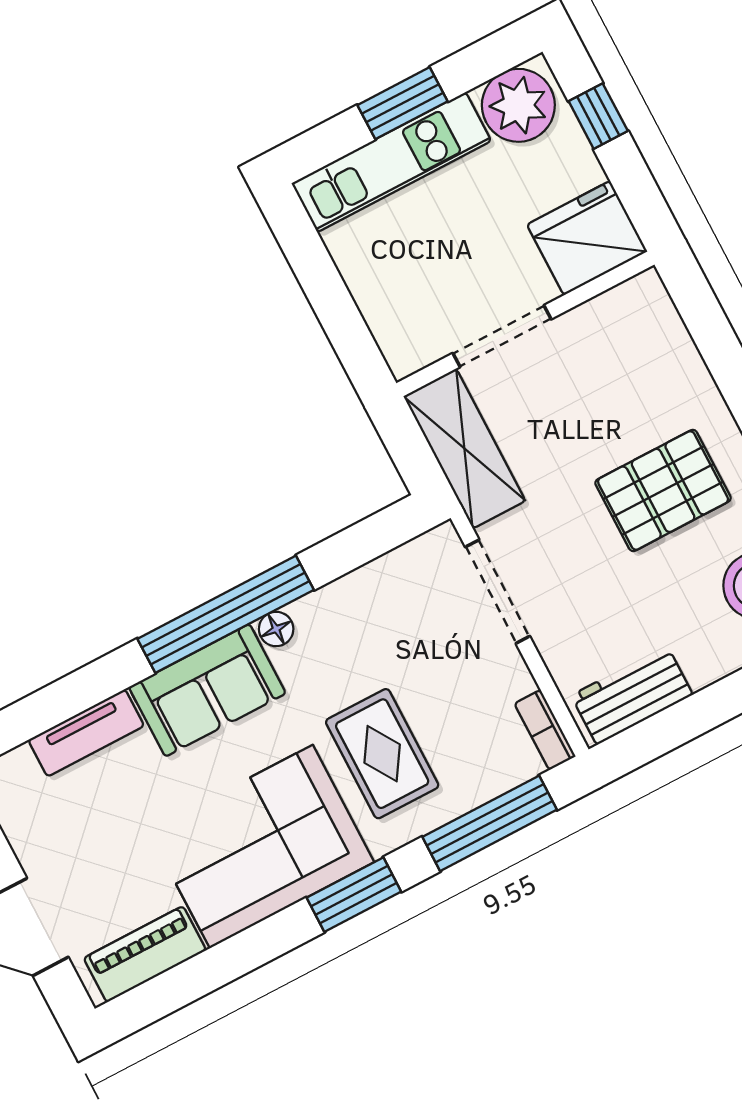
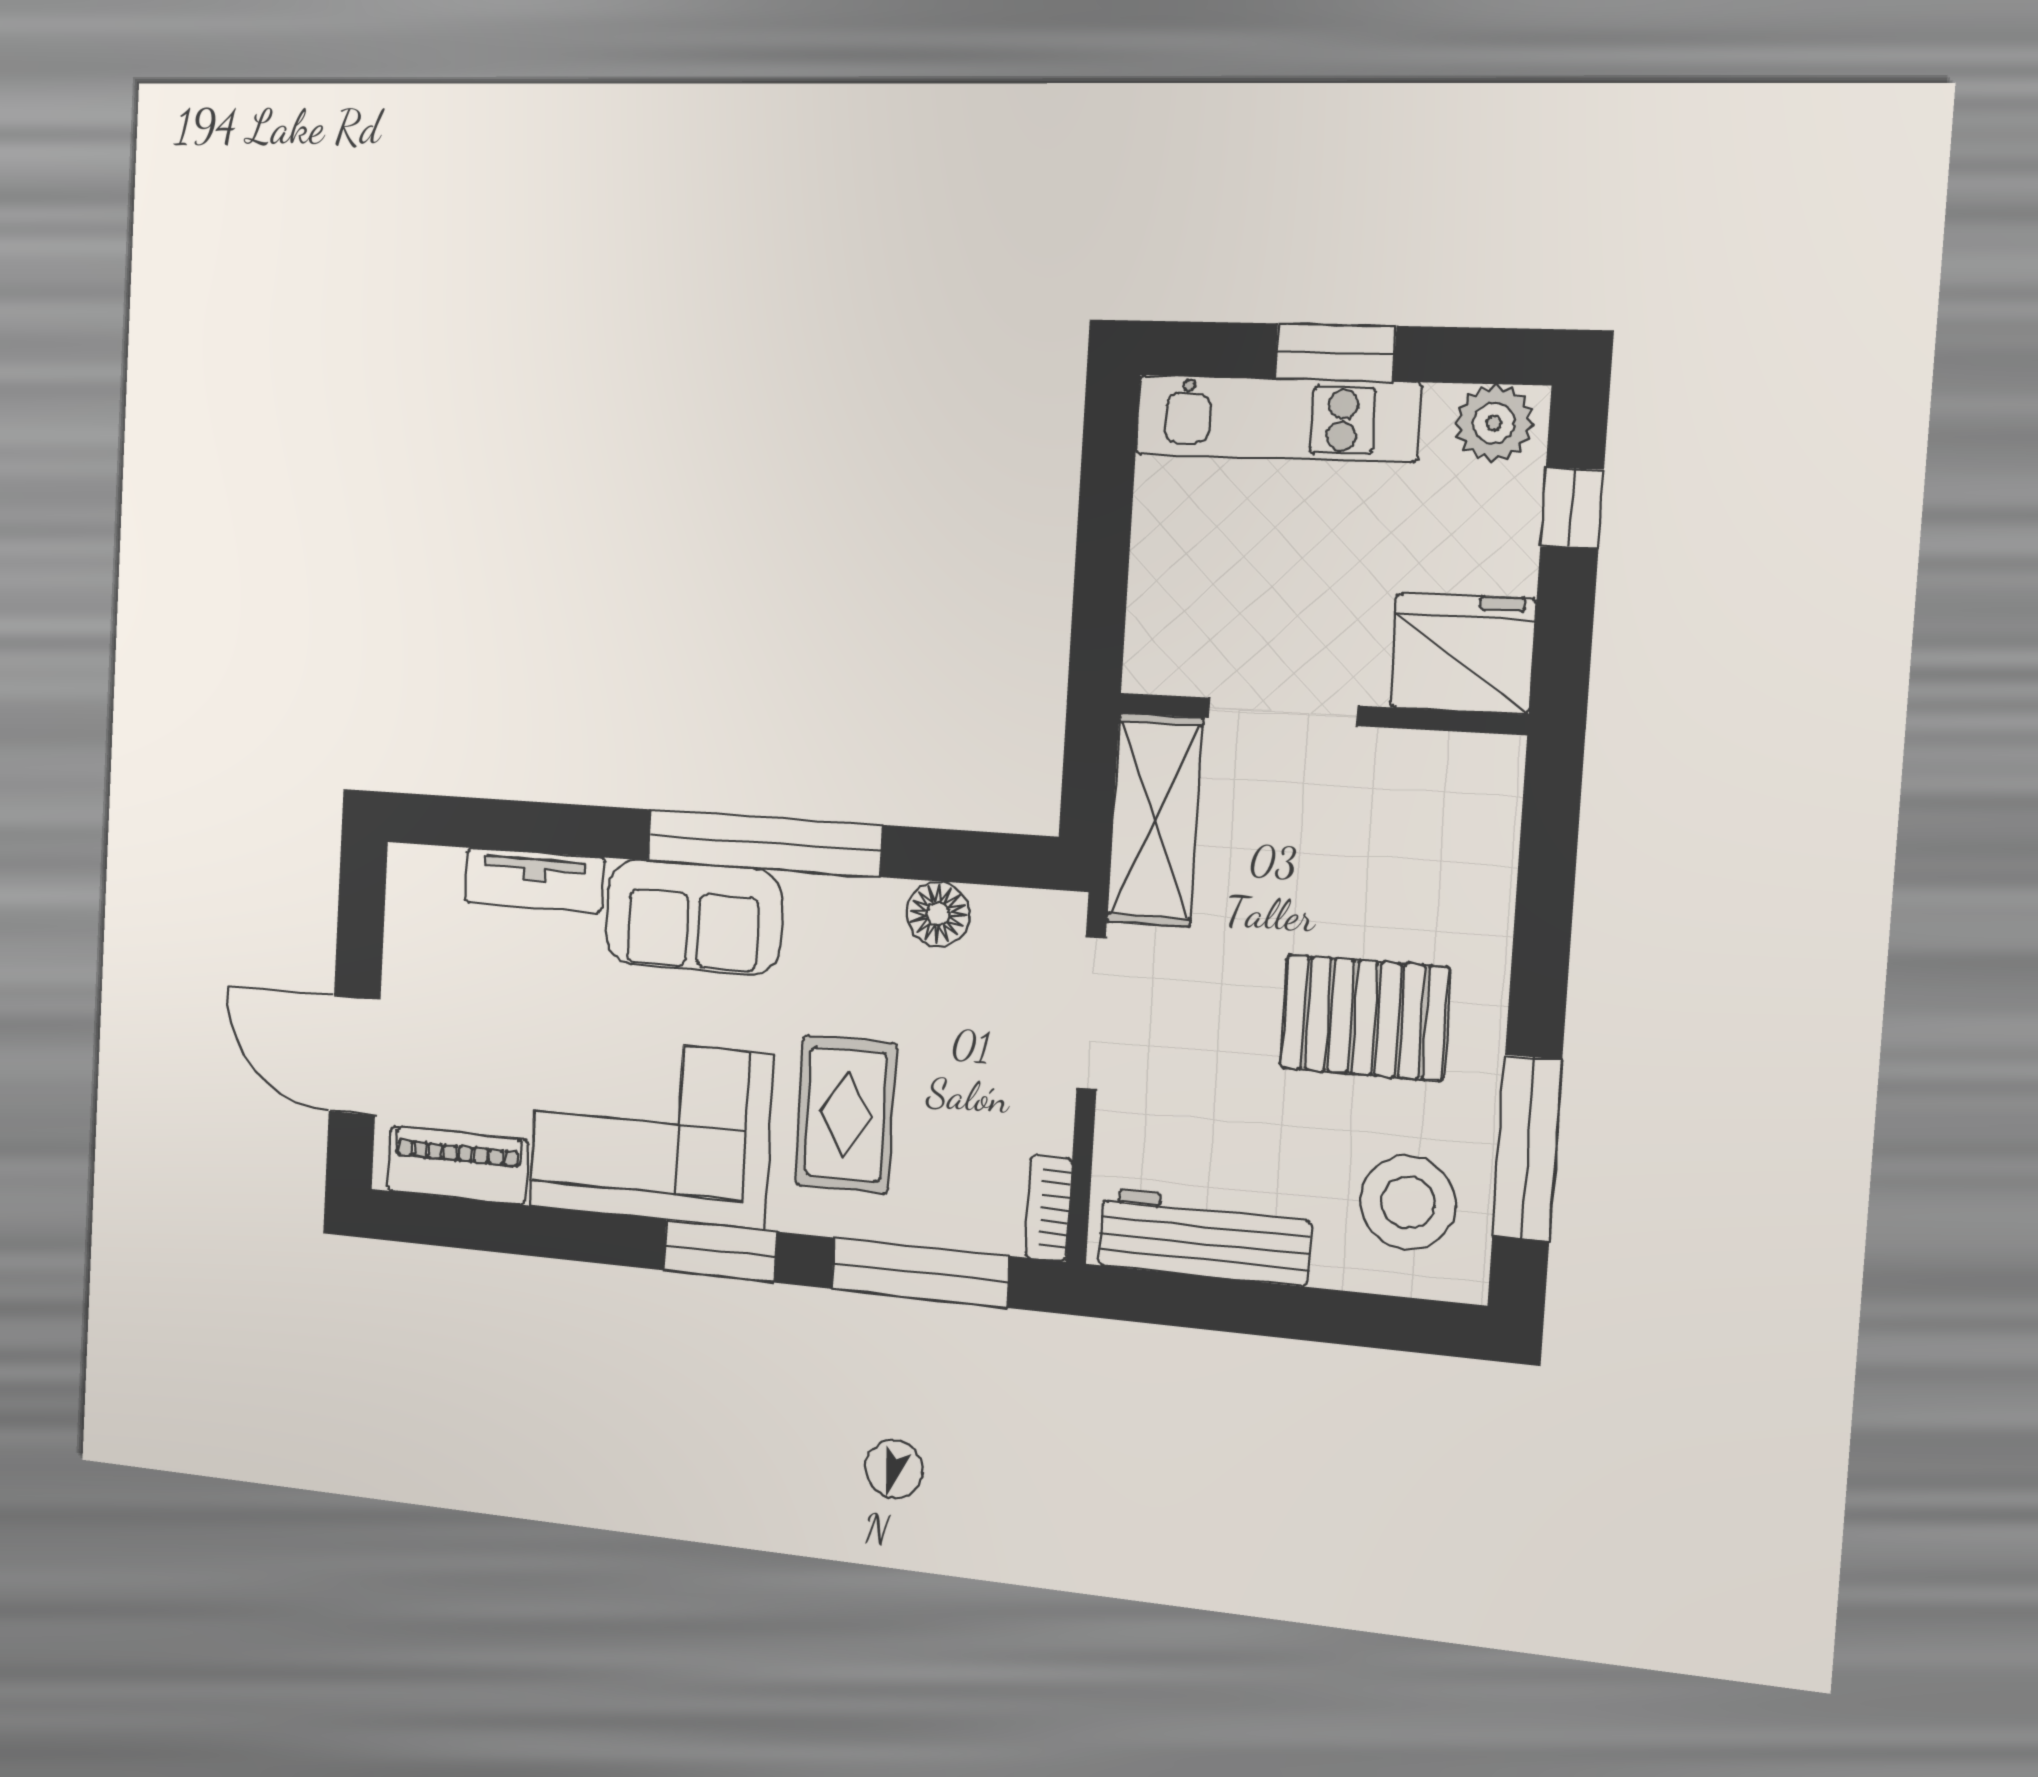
plant: (518, 105) -> (1494, 423), width x0.73, depth x0.73
floor lamp: (276, 629) -> (938, 914), moved, width x1.37, depth x1.37
workbench: (632, 695) -> (1204, 1237), width x1.38

